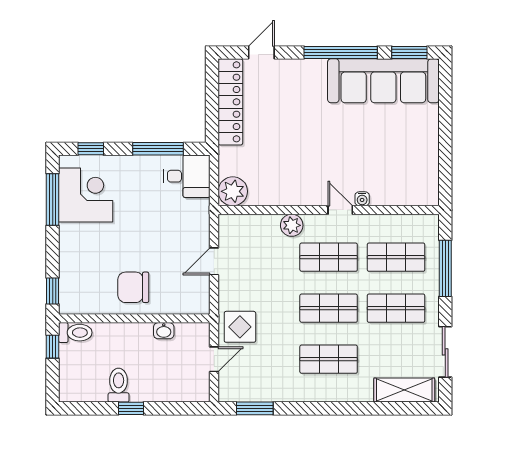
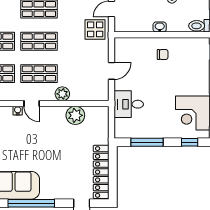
desk: (187, 176) -> (129, 104), moved
plant: (233, 191) -> (75, 115), moved
chair: (133, 287) -> (163, 55), width x0.54, depth x0.54
washbasin: (164, 331) -> (160, 27), moved

